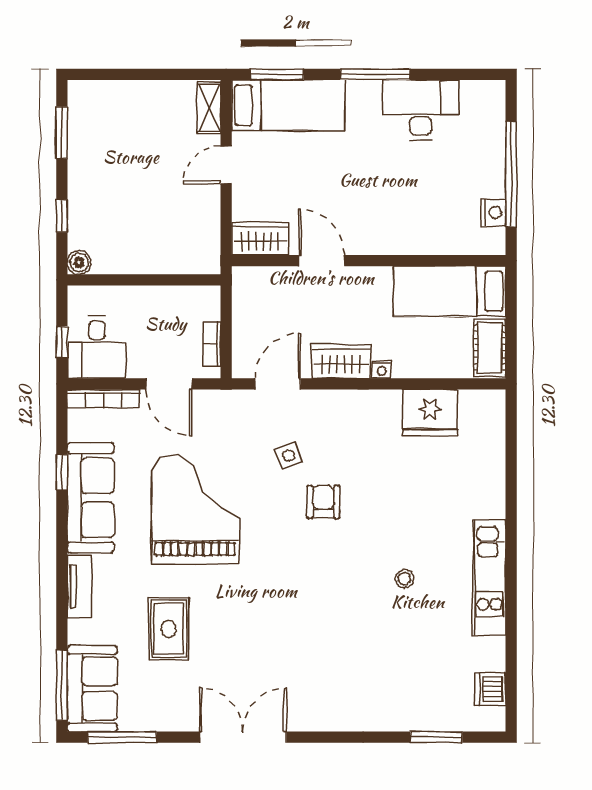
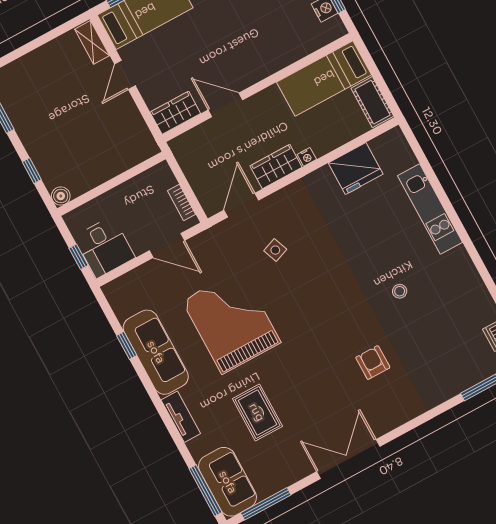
bookcase: (104, 399) -> (128, 280), removed
armchair: (323, 502) -> (373, 363), moved
kitchen unit: (489, 578) -> (430, 209), moved

